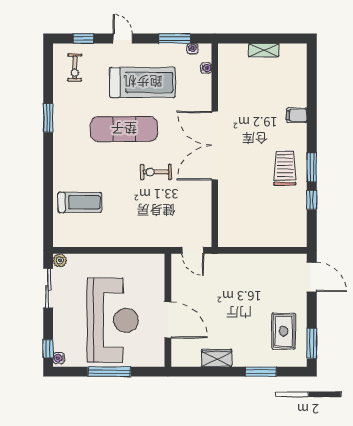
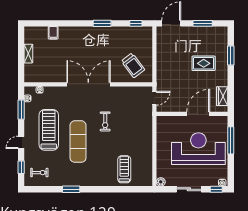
filing cabinet: (297, 115) -> (53, 33), moved
double door: (215, 146) -> (88, 84), swing flipped
trolley: (285, 168) -> (133, 65), moved, turned -127
window: (312, 200) -> (136, 23), moved
sliding door: (48, 288) -> (189, 189), moved
rug: (284, 331) -> (204, 63), moved
window: (312, 343) -> (203, 23), moved
wardrobe: (217, 358) -> (222, 96), moved
window: (109, 372) -> (231, 140), moved

